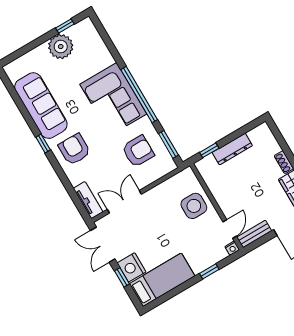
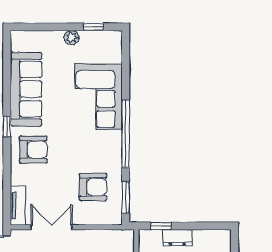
plant: (61, 47) -> (72, 38), width x0.53, depth x0.53
corner sofa: (113, 99) -> (99, 97), moved
armchair: (74, 149) -> (33, 149), turned 90
dresser: (232, 149) -> (177, 238), width x0.70

